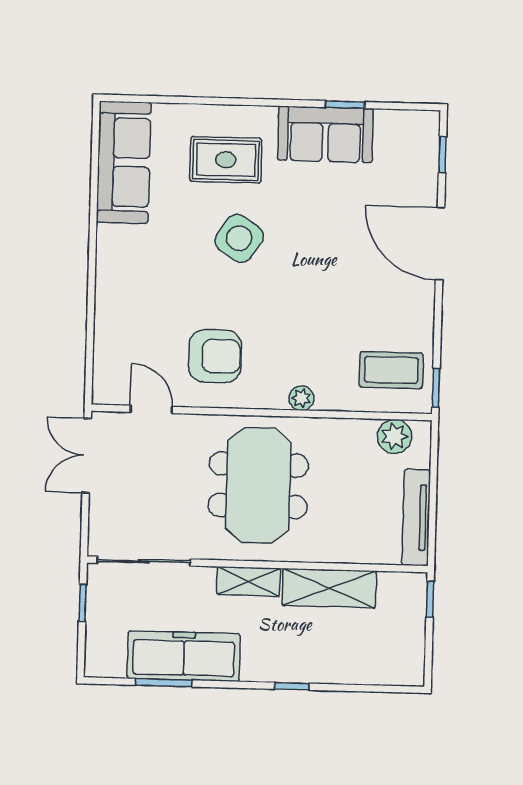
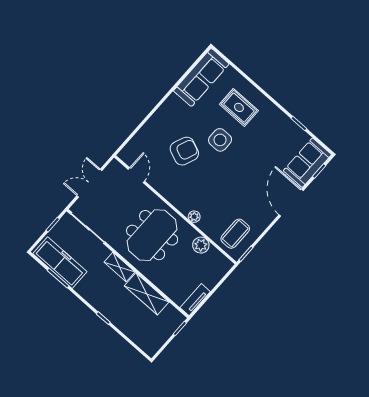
sofa: (325, 134) -> (307, 163), moved, turned 90
side table: (239, 238) -> (220, 140), turned -34
armchair: (215, 356) -> (184, 151), moved, turned -68
coffee table: (391, 370) -> (235, 234), turned 90
plant: (394, 436) -> (201, 245), moved
double door: (87, 456) -> (89, 183), moved
tv unit: (416, 518) -> (195, 300), width x0.71
freezer: (184, 656) -> (60, 263), moved

